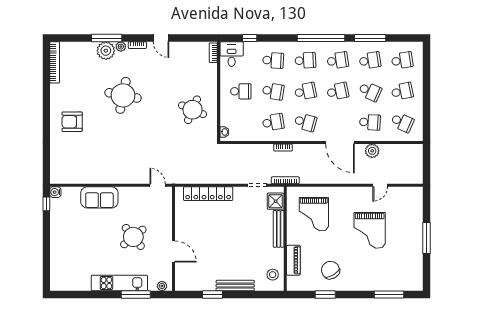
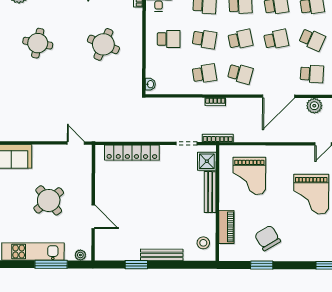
round table: (123, 95) -> (38, 43), width x0.73, depth x0.73
round table: (193, 110) -> (103, 44), moved
door: (340, 142) -> (279, 96), hinge flipped

